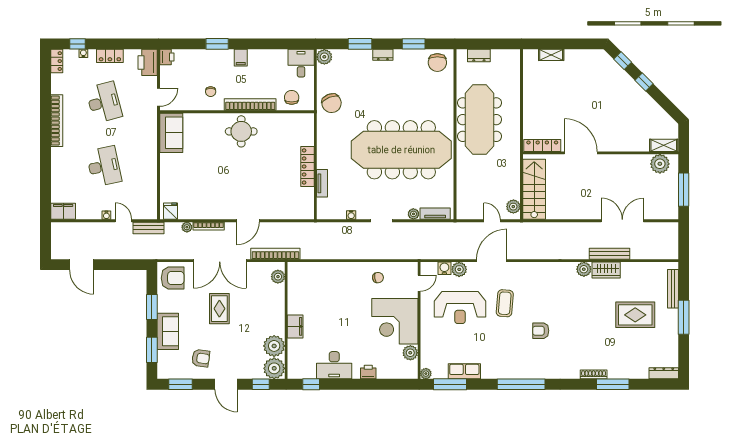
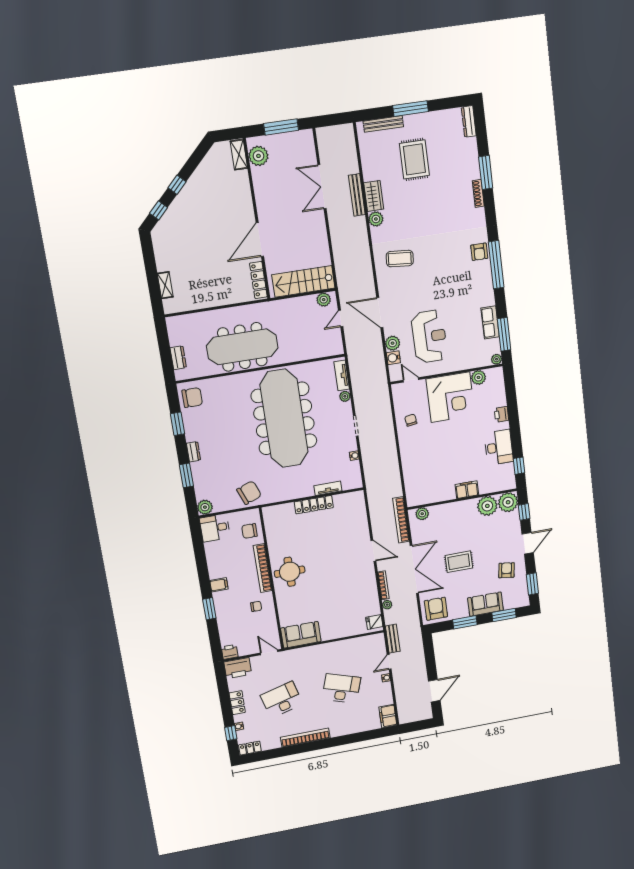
desk: (104, 166) -> (341, 688), turned 30
coffee table: (505, 303) -> (400, 259), moved
armchair: (541, 331) -> (479, 252), moved

